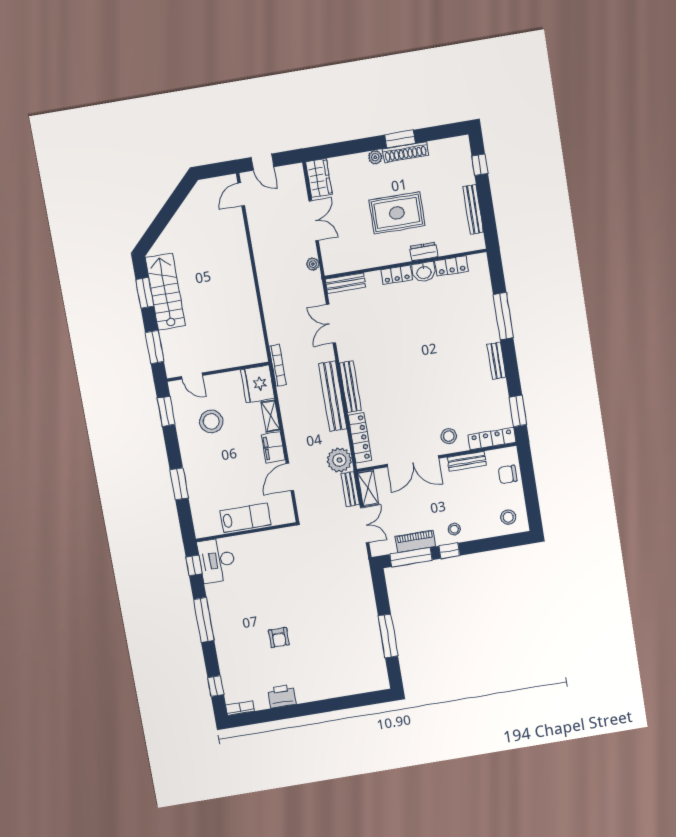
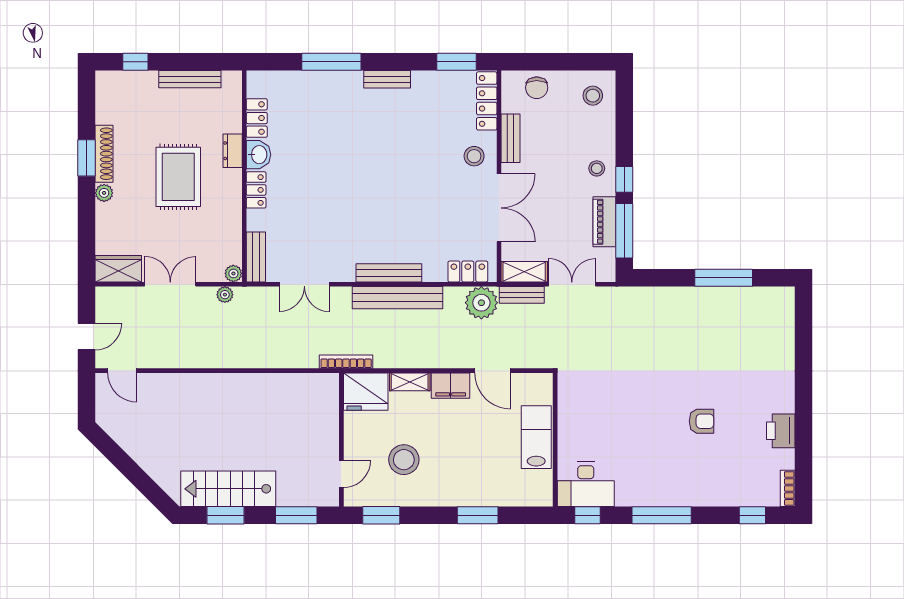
plant: (330, 268) -> (233, 273), added
locker: (360, 438) -> (468, 272), width x0.66

